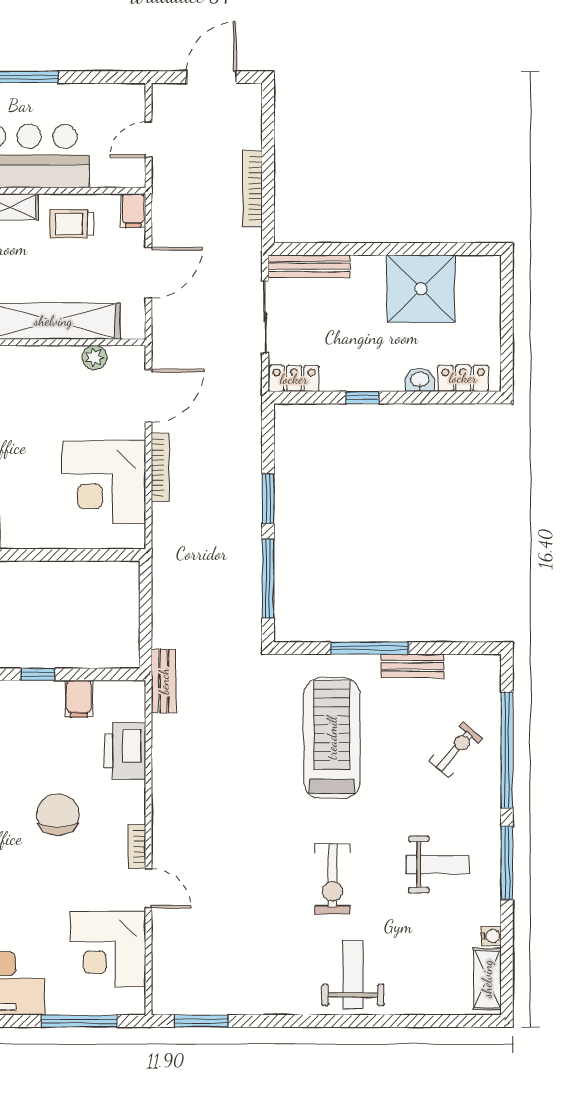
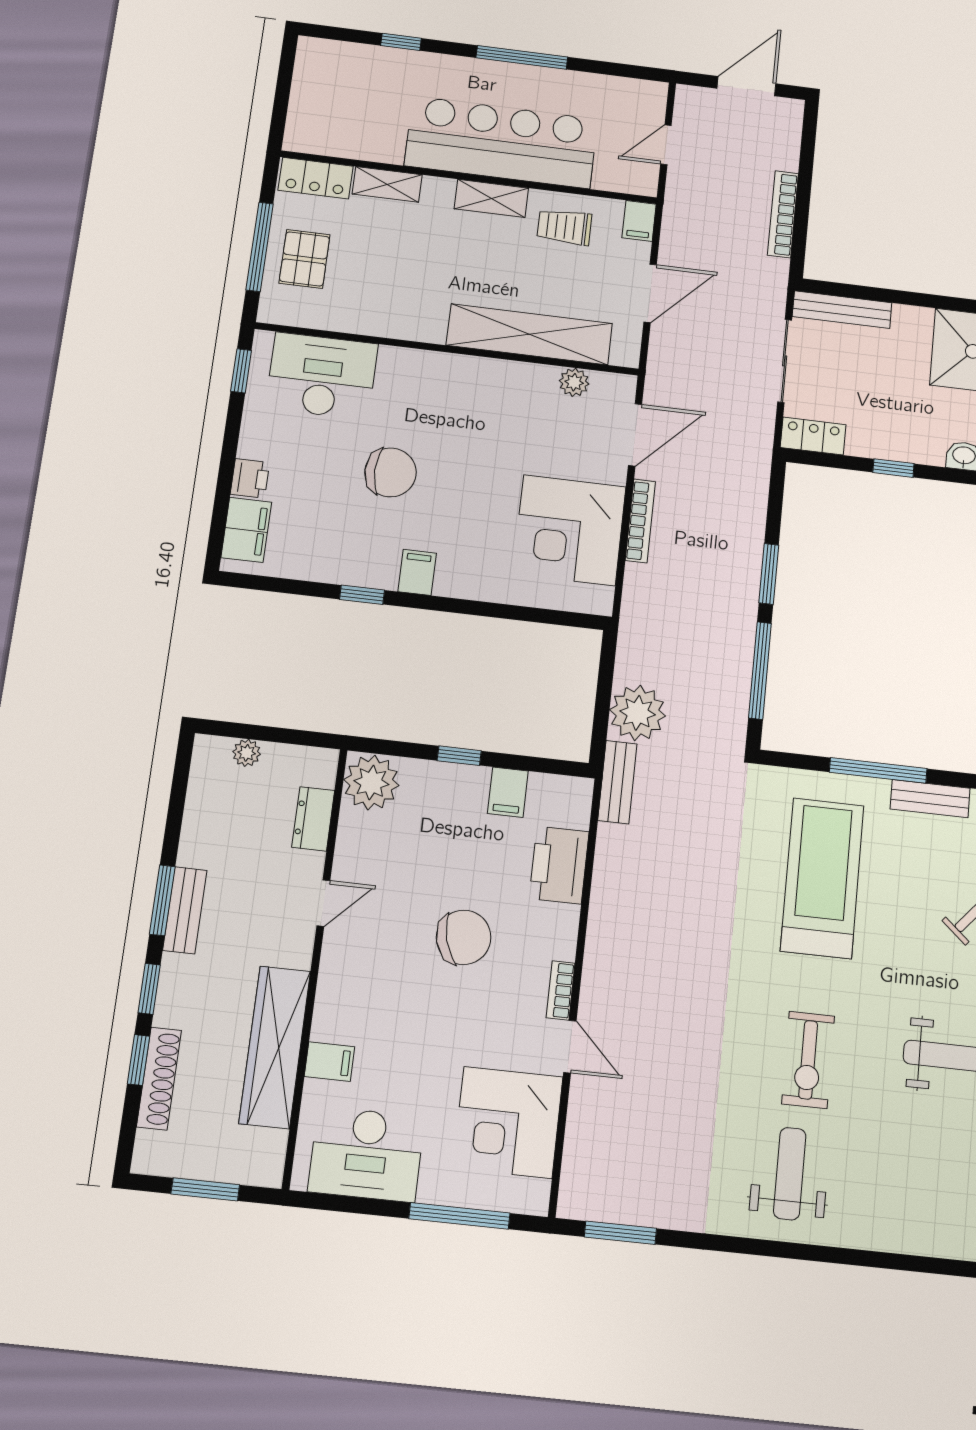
plant: (174, 624) -> (638, 713), added
chair: (58, 815) -> (464, 937), turned 75
weight bench: (353, 974) -> (790, 1174), moved

